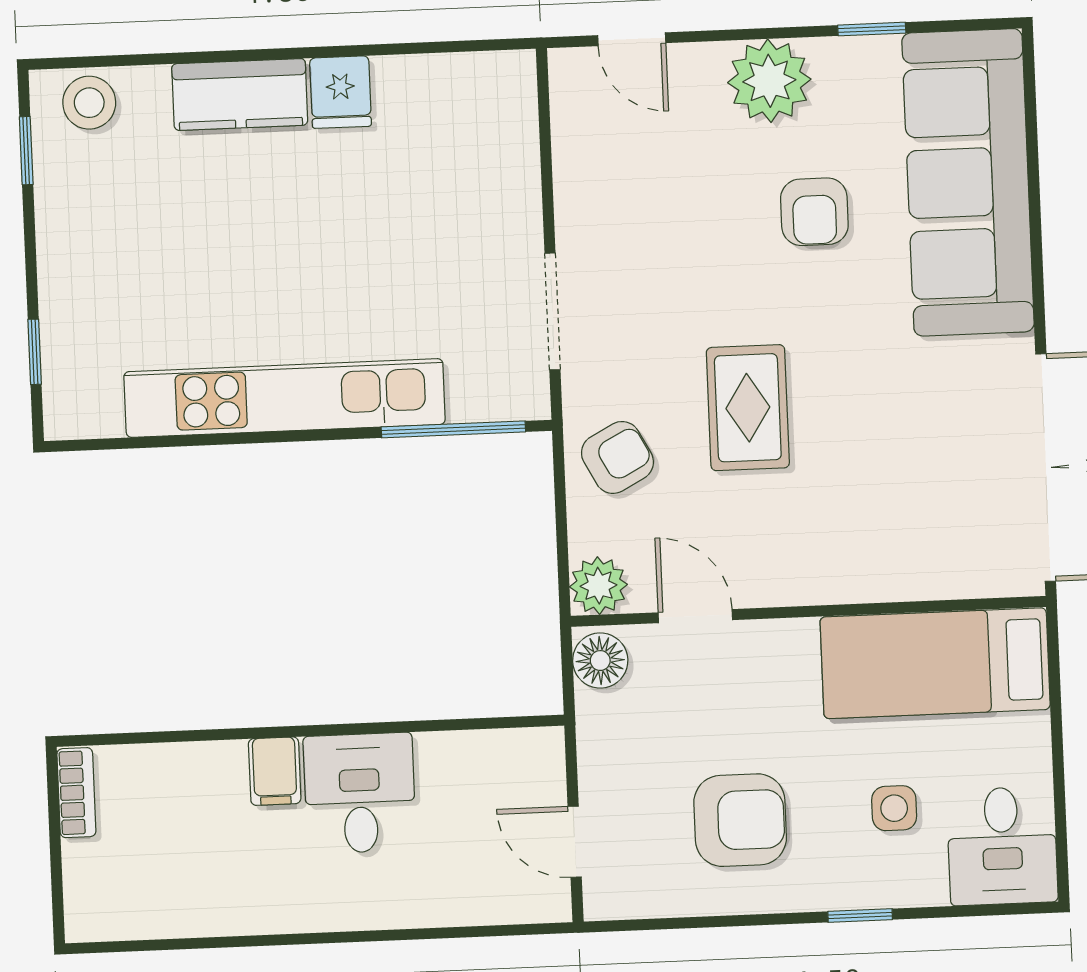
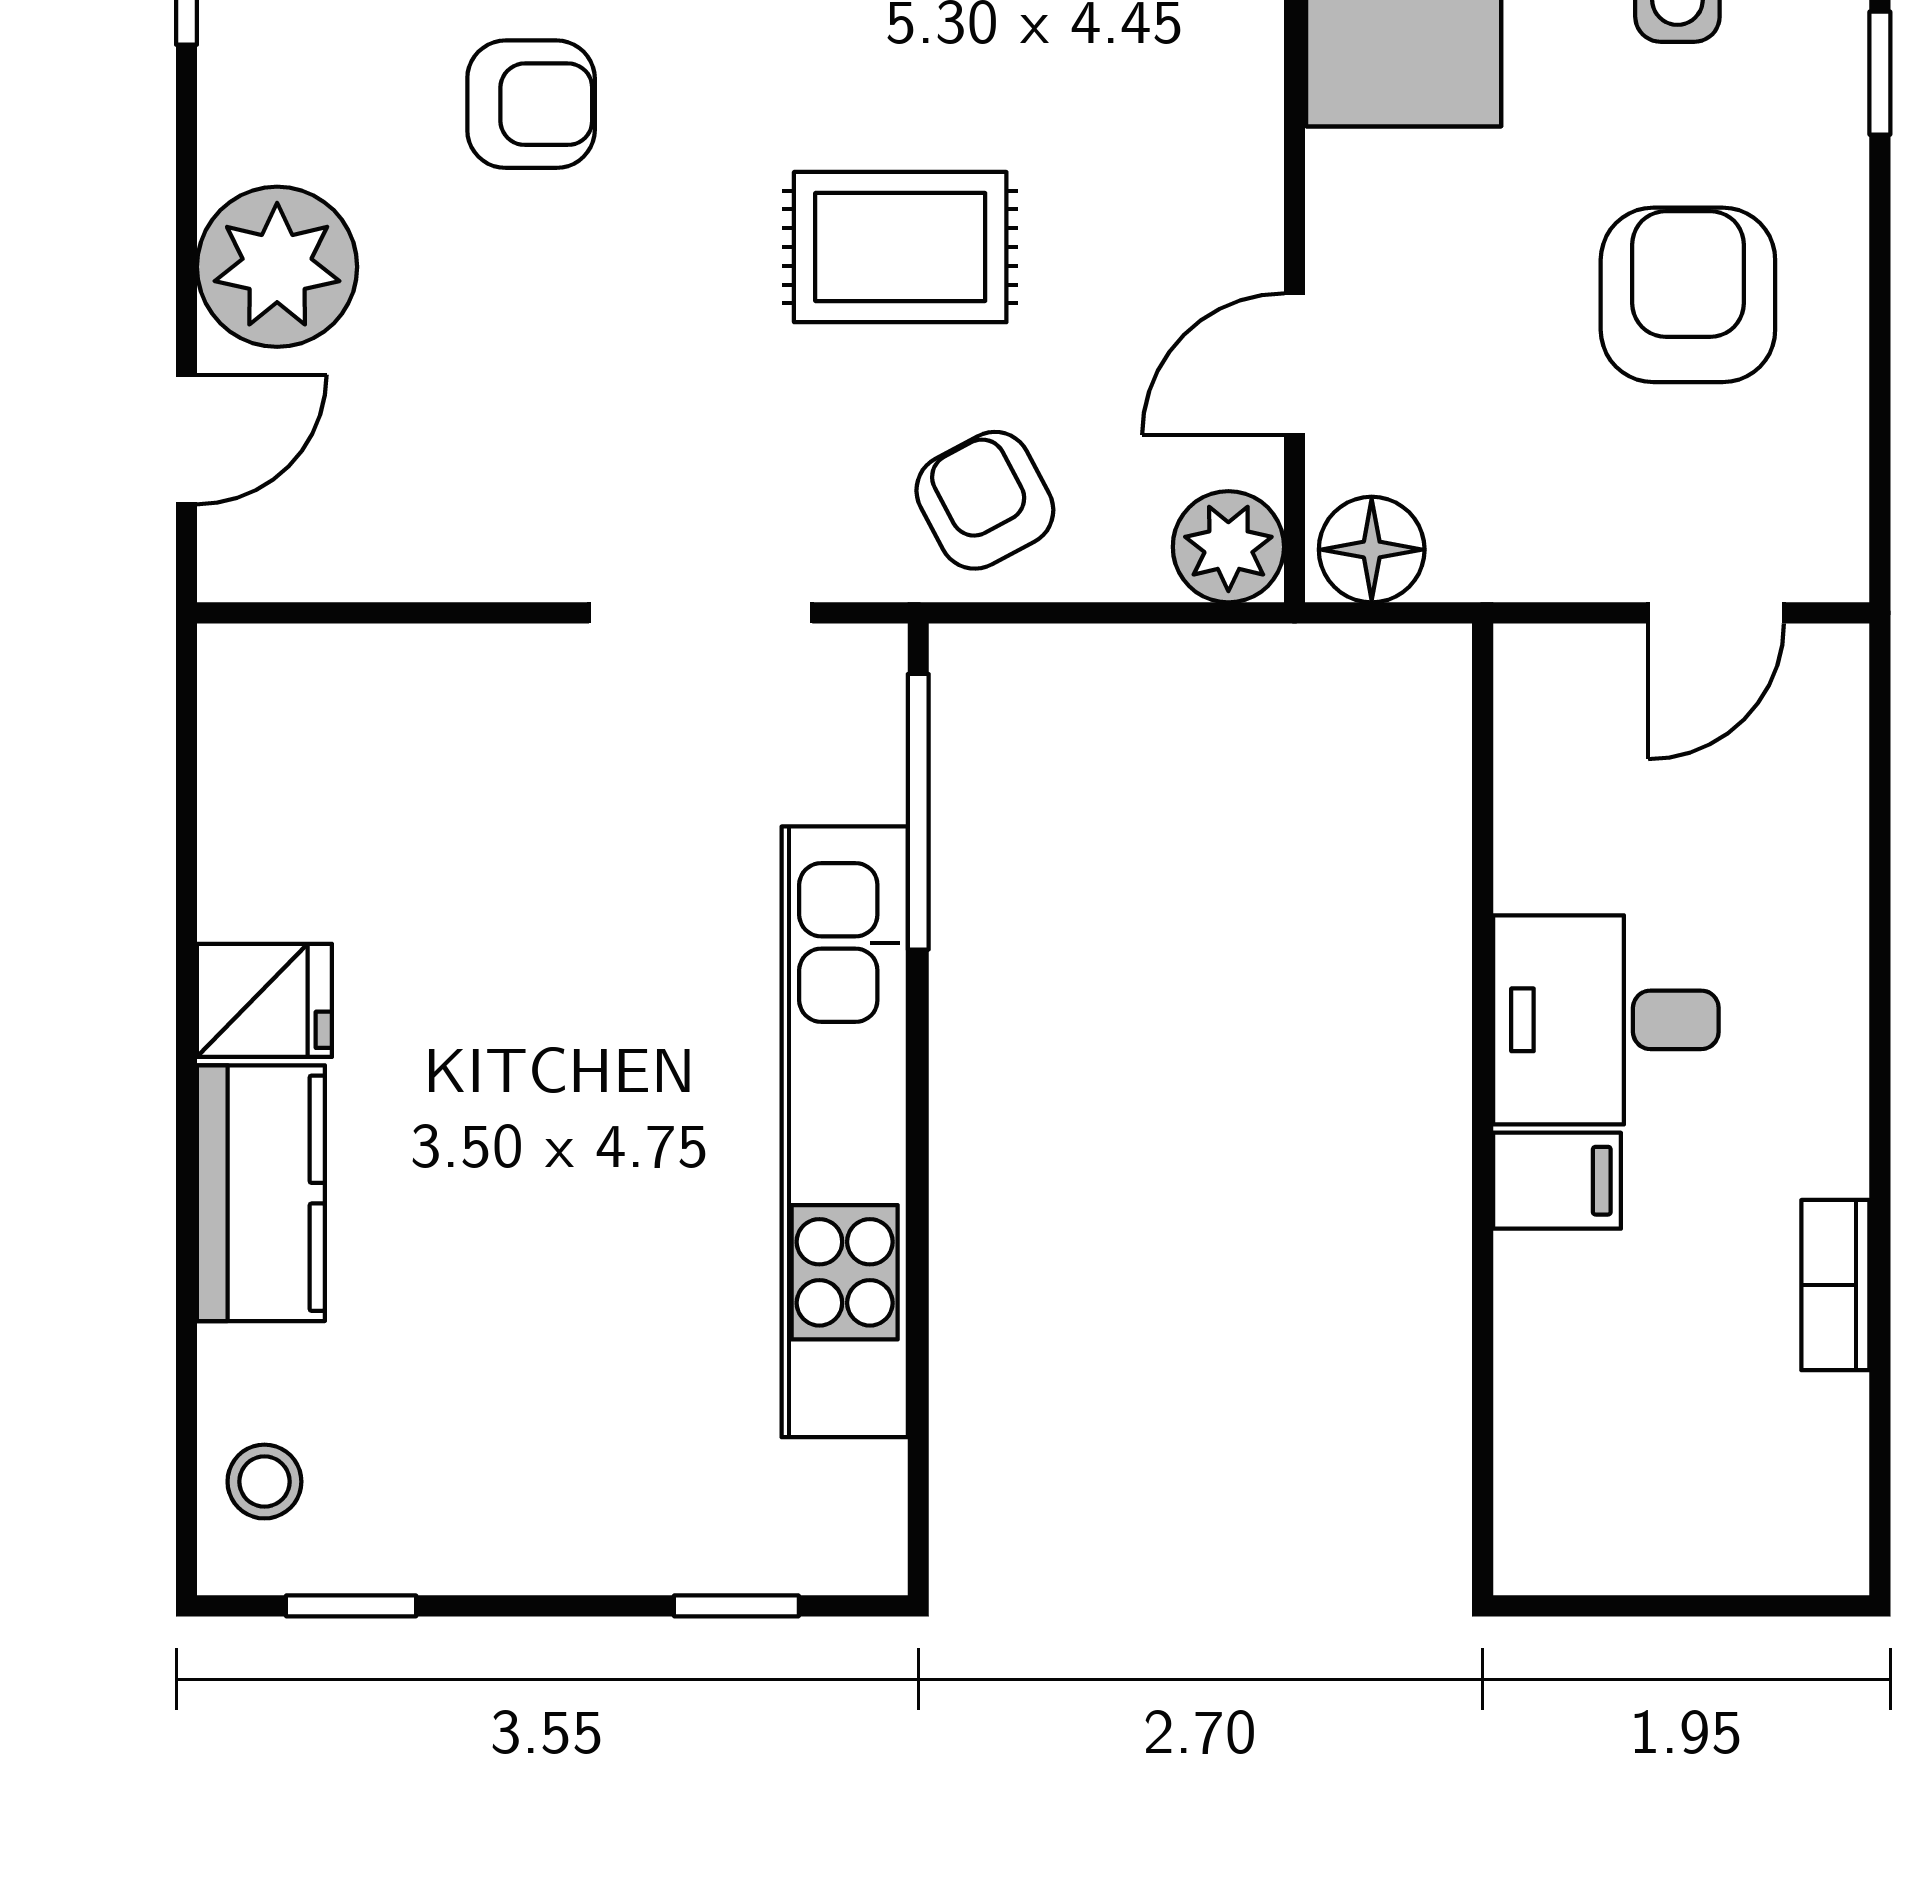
plant: (769, 81) -> (277, 267), moved
stool: (89, 103) -> (264, 1482), width x0.73, depth x0.73
bookcase: (76, 793) -> (1835, 1285), moved, turned -90

